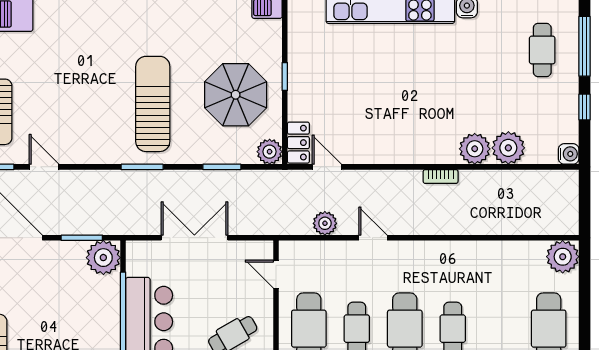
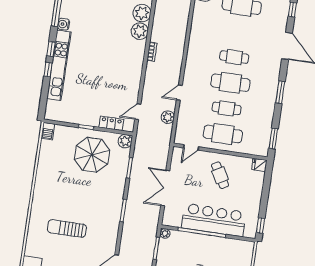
sun lounger: (153, 104) -> (67, 228), moved, width x0.73, depth x0.75
locker: (298, 143) -> (111, 123), moved
plant: (103, 258) -> (165, 233), width x0.53, depth x0.53

